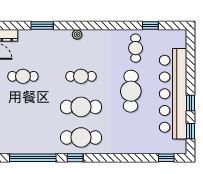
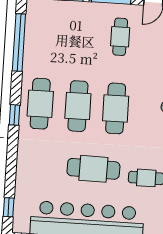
cafe table: (81, 76) -> (116, 108), width x1.37, depth x1.35
window: (75, 158) -> (14, 115), moved

